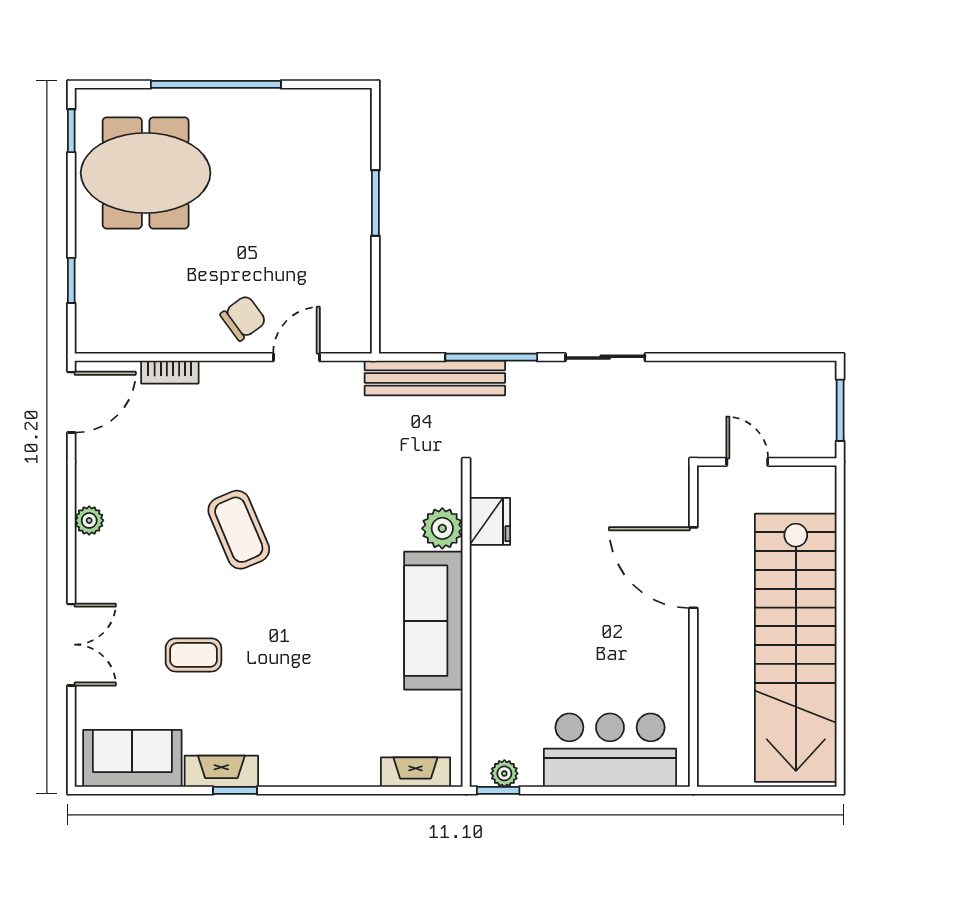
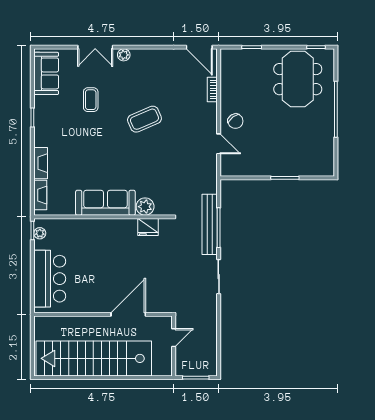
bench: (435, 378) -> (210, 224), moved
plant: (89, 520) -> (124, 55), moved
fireplace: (221, 771) -> (41, 163), moved

